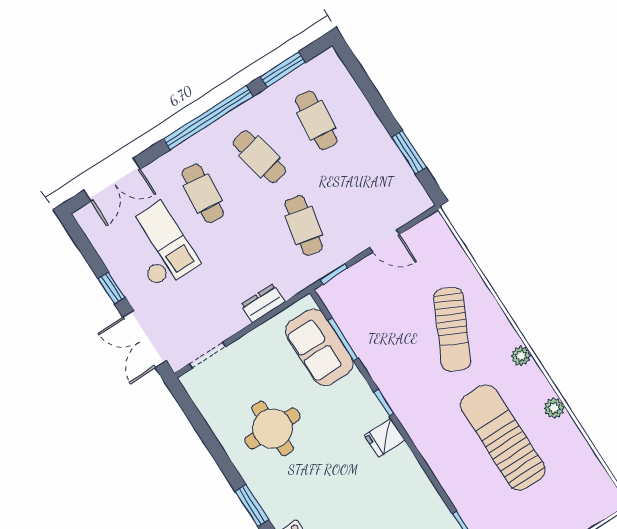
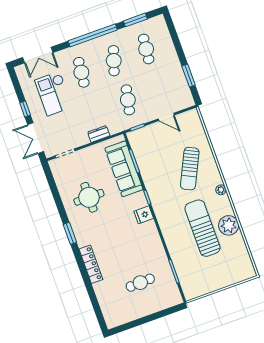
cafe table: (260, 157) -> (114, 61), turned 30
checkout: (159, 246) -> (54, 94), turned 180
sofa: (319, 347) -> (124, 169), width x1.36
plant: (554, 408) -> (229, 225), width x1.87, depth x1.87

